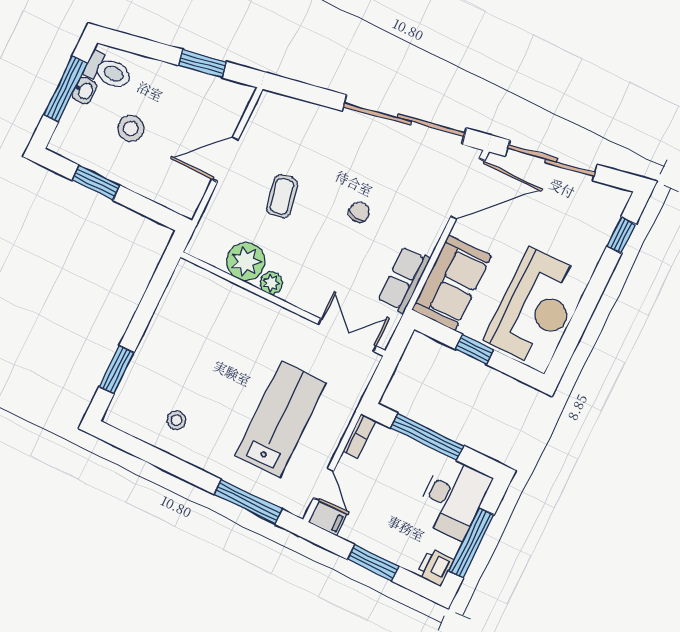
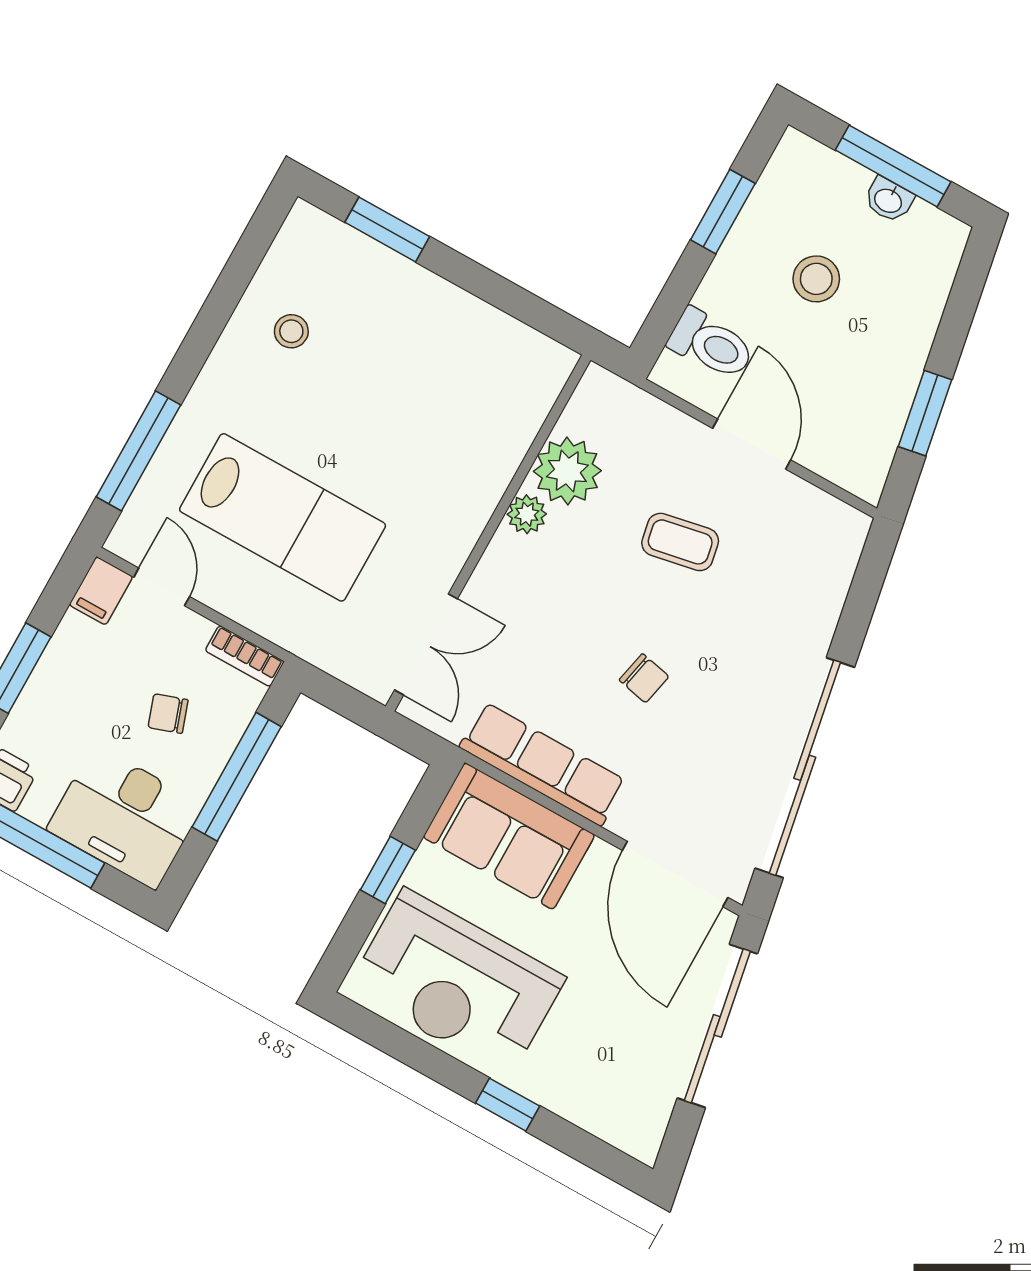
toilet: (108, 71) -> (711, 344), moved, turned -90
window: (621, 235) -> (508, 1105), moved
row of seats: (404, 280) -> (543, 764), width x1.48
chair: (394, 477) -> (168, 714), added
door: (323, 485) -> (162, 587), swing flipped

